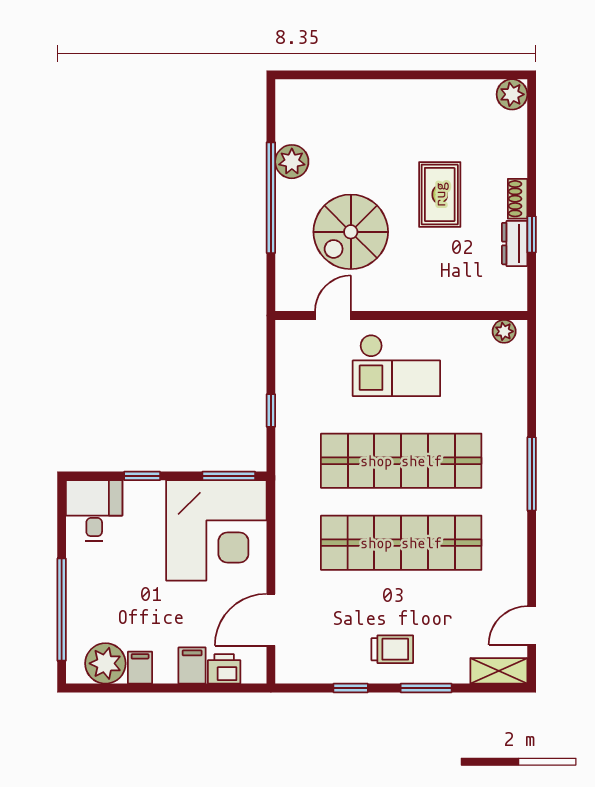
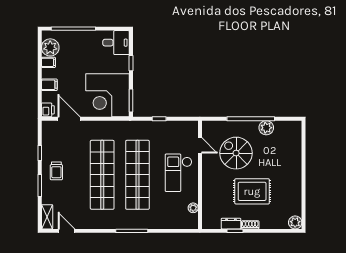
rug: (440, 194) -> (252, 191), width x1.36, depth x1.43
plant: (504, 331) -> (193, 208), moved
printer: (224, 669) -> (48, 110), moved

